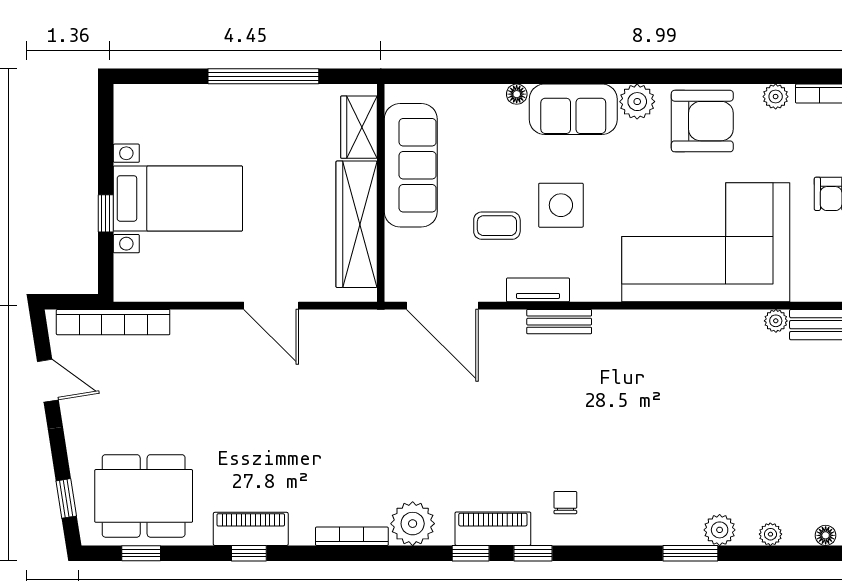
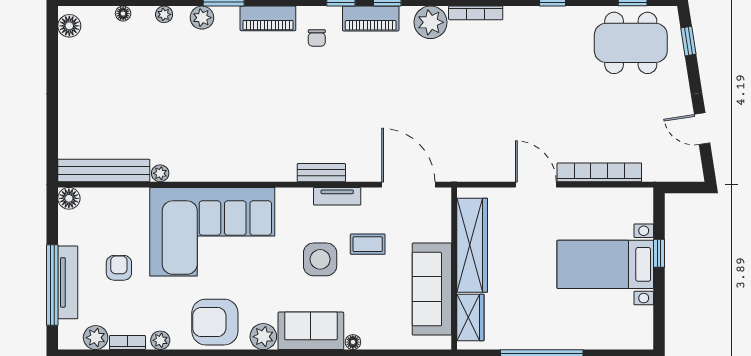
bookcase: (113, 322) -> (599, 172), moved
piano: (251, 529) -> (268, 18), moved

